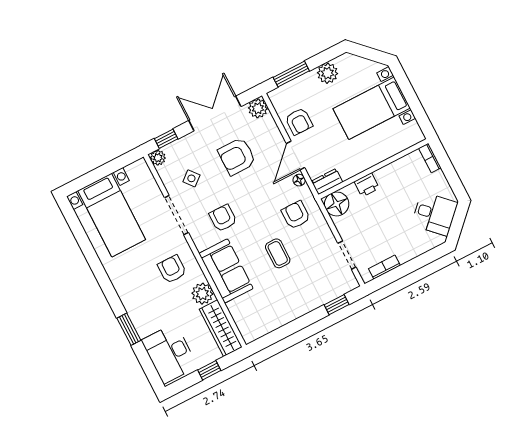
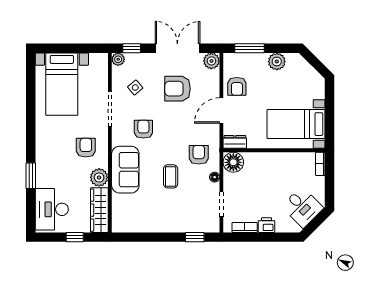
bed with nightstands: (372, 108) -> (296, 124), moved
floor lamp: (299, 180) -> (215, 177), moved
printer: (367, 185) -> (267, 225), moved, turned 180

